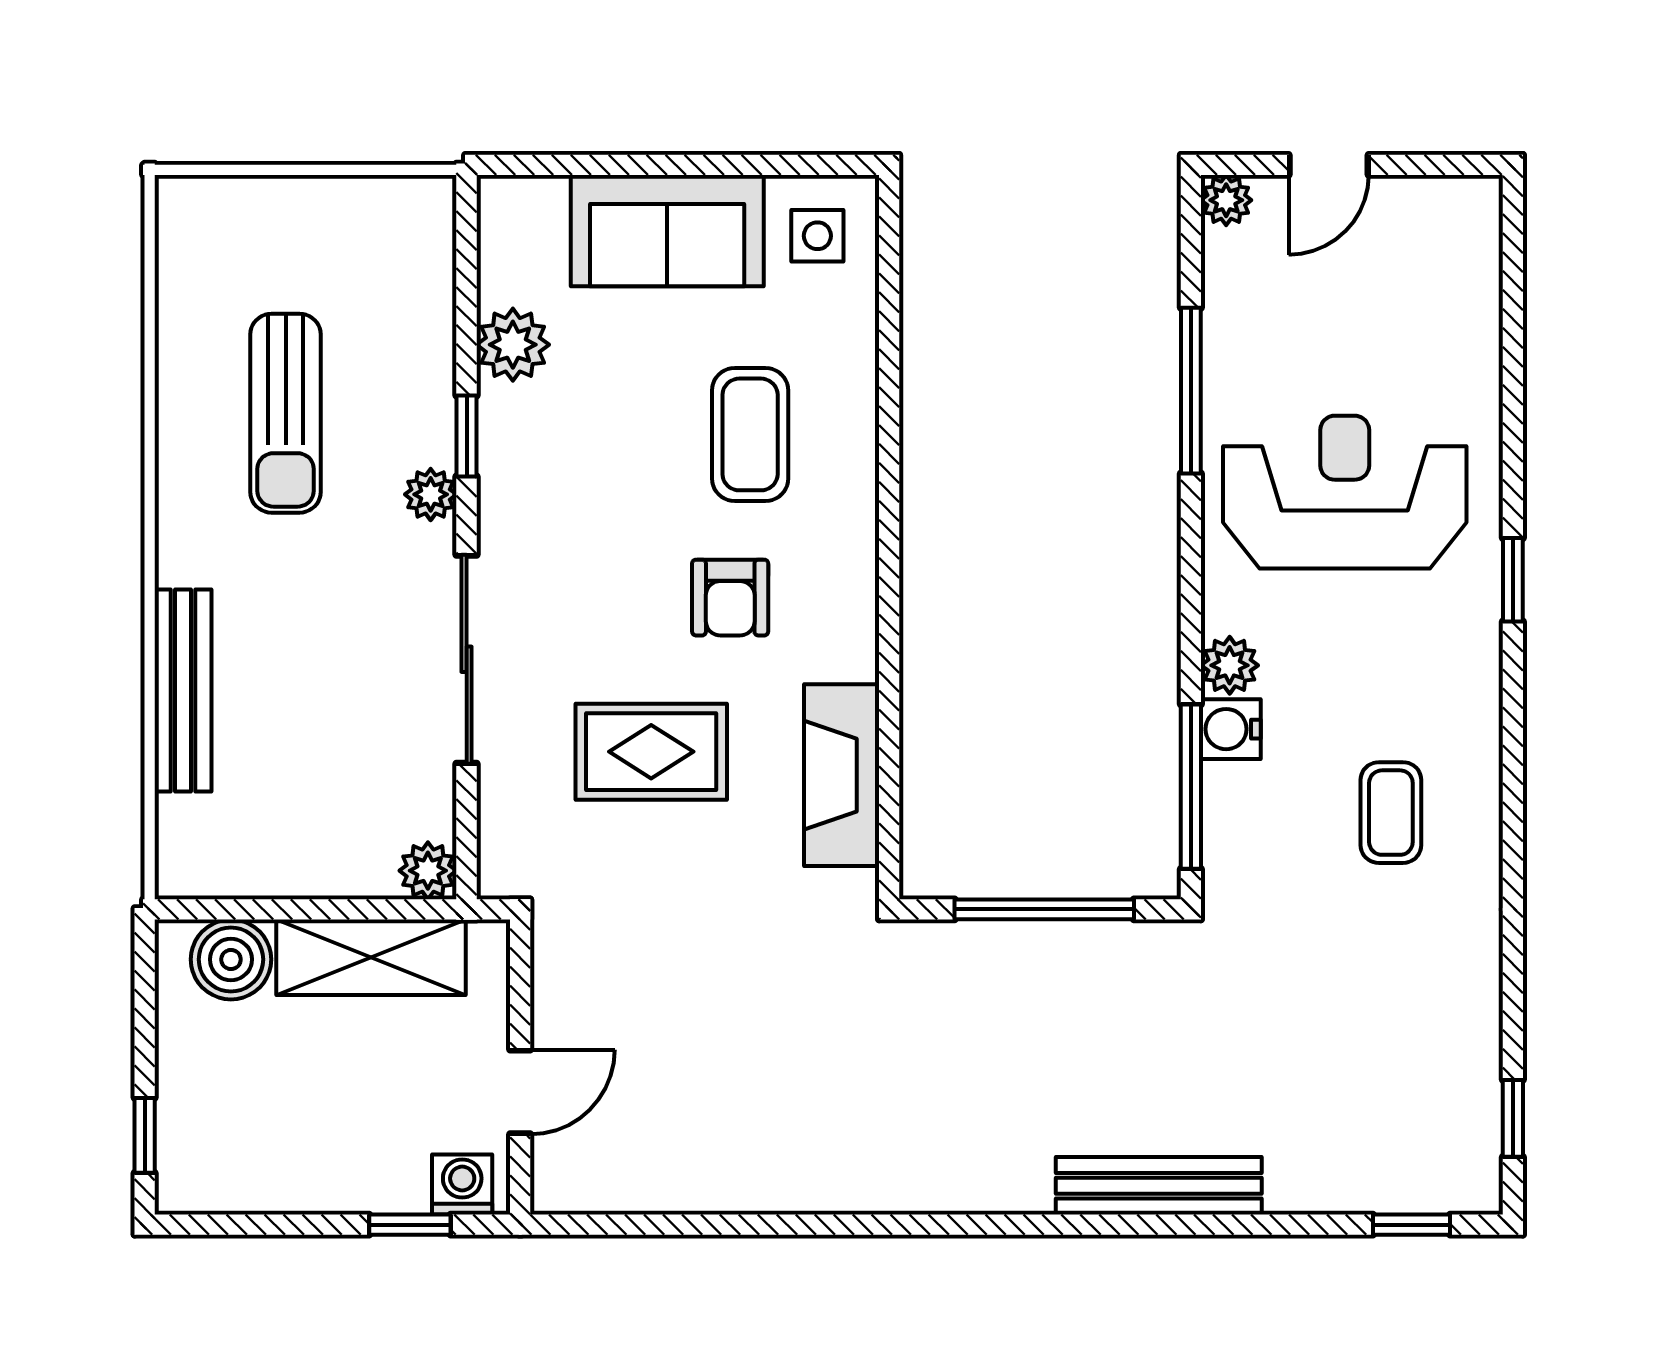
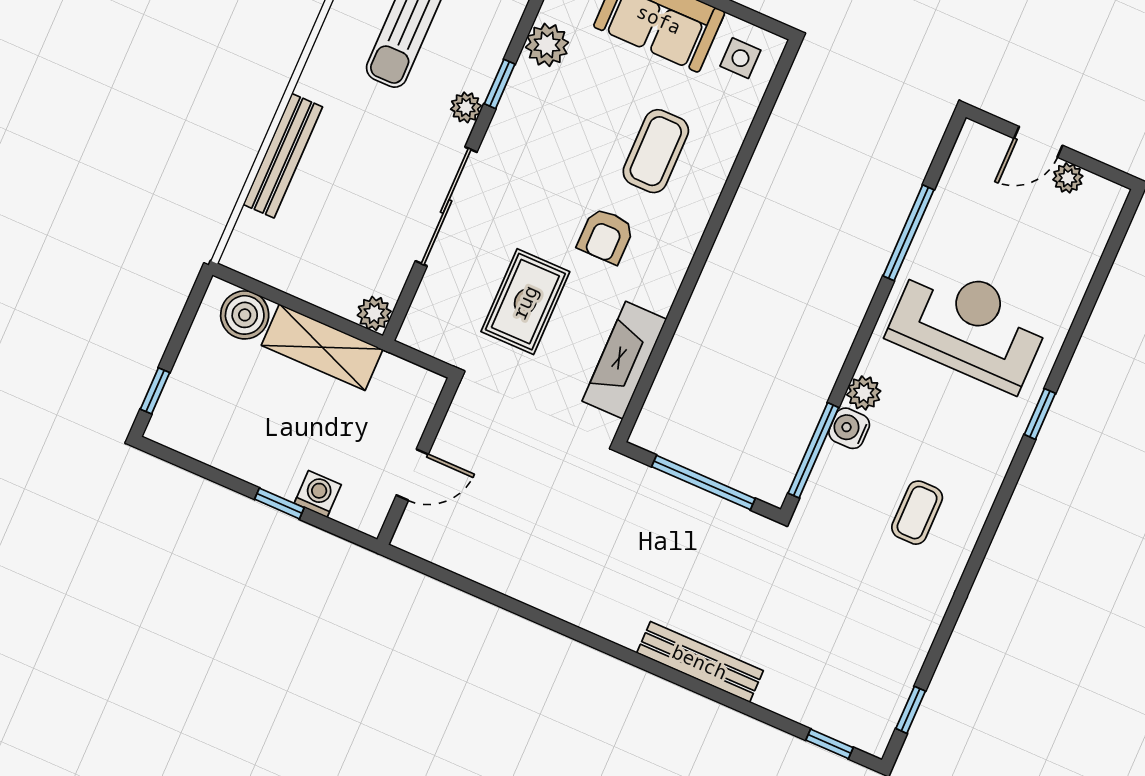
plant: (1226, 200) -> (1068, 178), moved
rug: (651, 752) -> (525, 302), turned 90
wall: (520, 1067) -> (418, 461), moved
door: (520, 1092) -> (412, 475), moved

